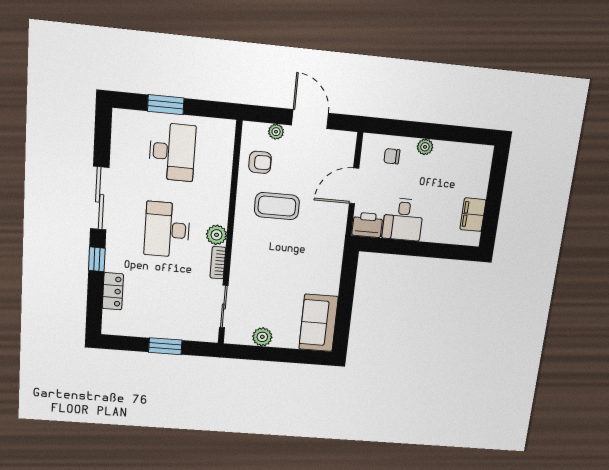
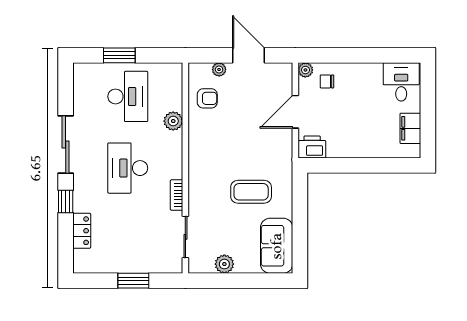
plant: (425, 147) -> (305, 70), moved
coffee table: (277, 206) -> (251, 192), moved
desk: (403, 219) -> (401, 82), moved, turned 180
plant: (217, 235) -> (173, 121), moved

